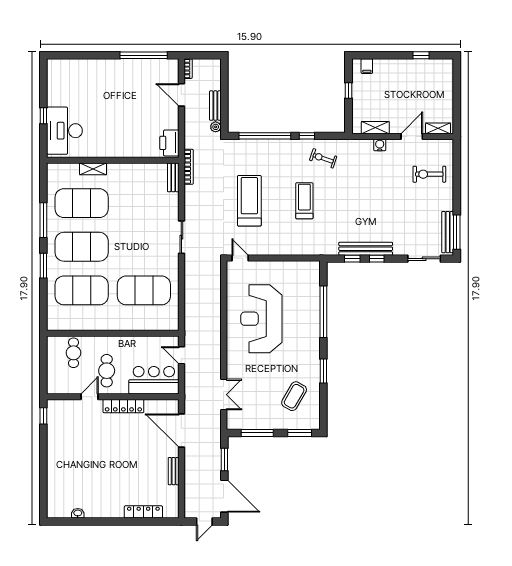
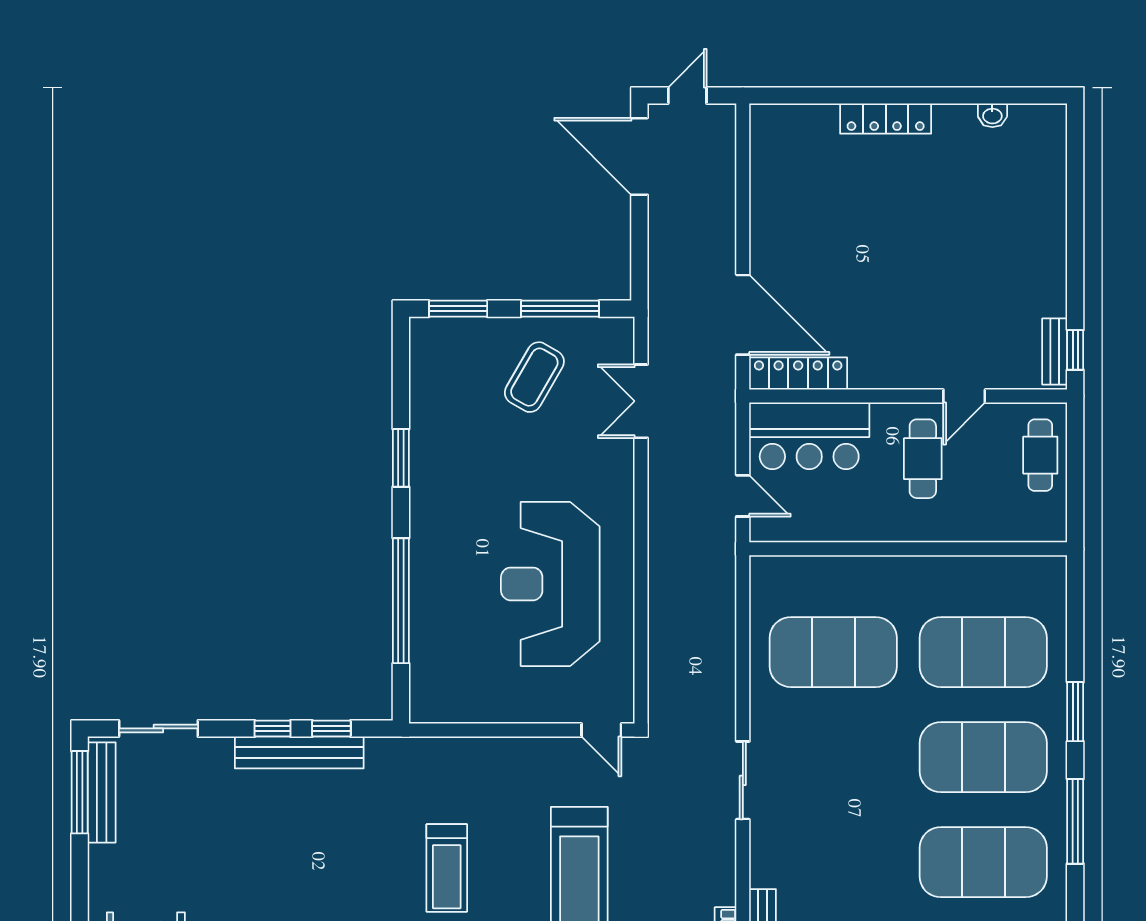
reception desk: (261, 319) -> (550, 584), turned 180
cafe table: (73, 353) -> (1040, 455), moved
coffee table: (294, 396) -> (534, 377), moved
locker: (123, 406) -> (798, 374), moved
window: (224, 460) -> (639, 245), removed
bench: (174, 471) -> (1055, 351), moved
locker: (143, 512) -> (886, 119), moved

